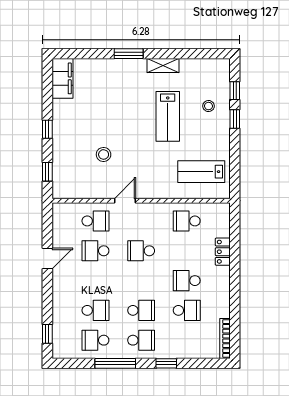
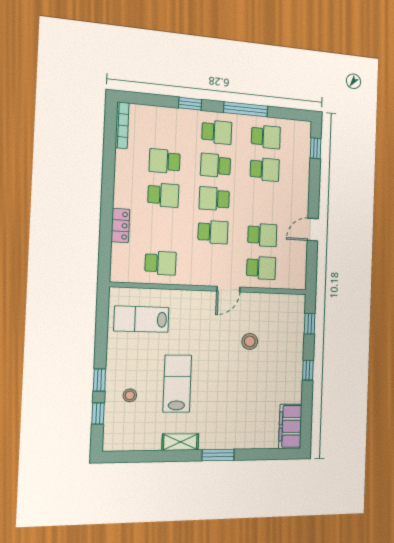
lab bench: (201, 172) -> (141, 319), turned 180
school desk: (95, 221) -> (261, 268), turned 180
school desk: (141, 281) -> (214, 199), added
school desk: (95, 310) -> (265, 169), turned 180
school desk: (141, 340) -> (217, 132), turned 180

